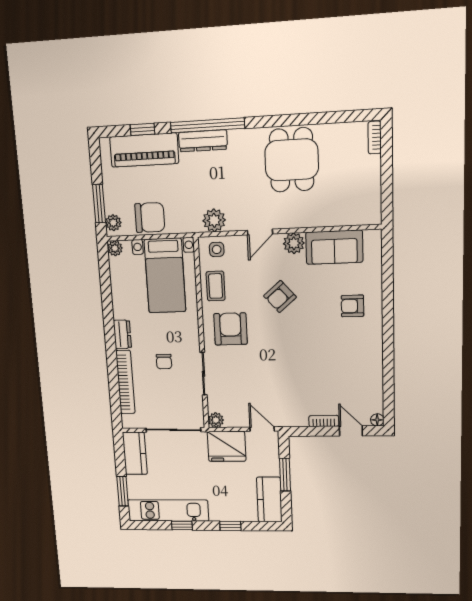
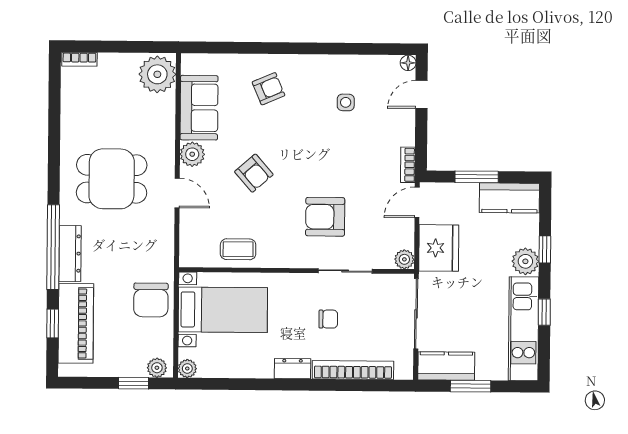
dining table: (292, 160) -> (112, 179), moved
window: (99, 204) -> (134, 383), width x0.67
chair: (150, 218) -> (151, 300), moved, turned 180
plant: (214, 220) -> (157, 74), moved, width x1.36, depth x1.36
side table: (217, 249) -> (346, 102), moved
armchair: (352, 306) -> (268, 89), turned -113
armchair: (230, 329) -> (325, 217), moved
bookcase: (324, 421) -> (408, 165), moved
window: (123, 491) -> (471, 386), moved
plant: (220, 512) -> (525, 261), added

